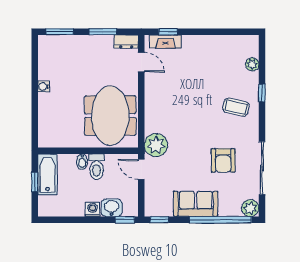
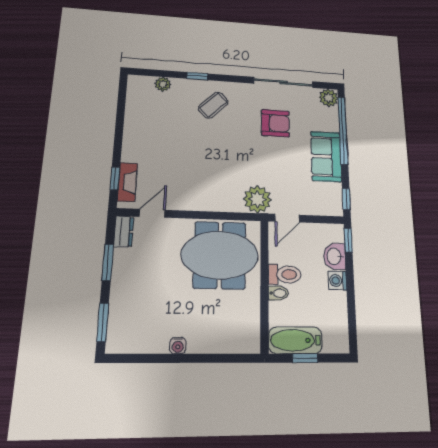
coffee table: (236, 107) -> (213, 105), turned 32

